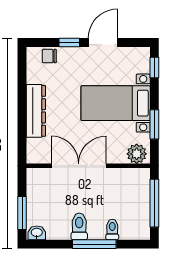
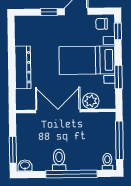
chair: (49, 56) -> (102, 24), moved
plant: (137, 154) -> (91, 101), moved
toilet: (112, 229) -> (107, 162), moved
window: (94, 244) -> (71, 174), width x1.46

